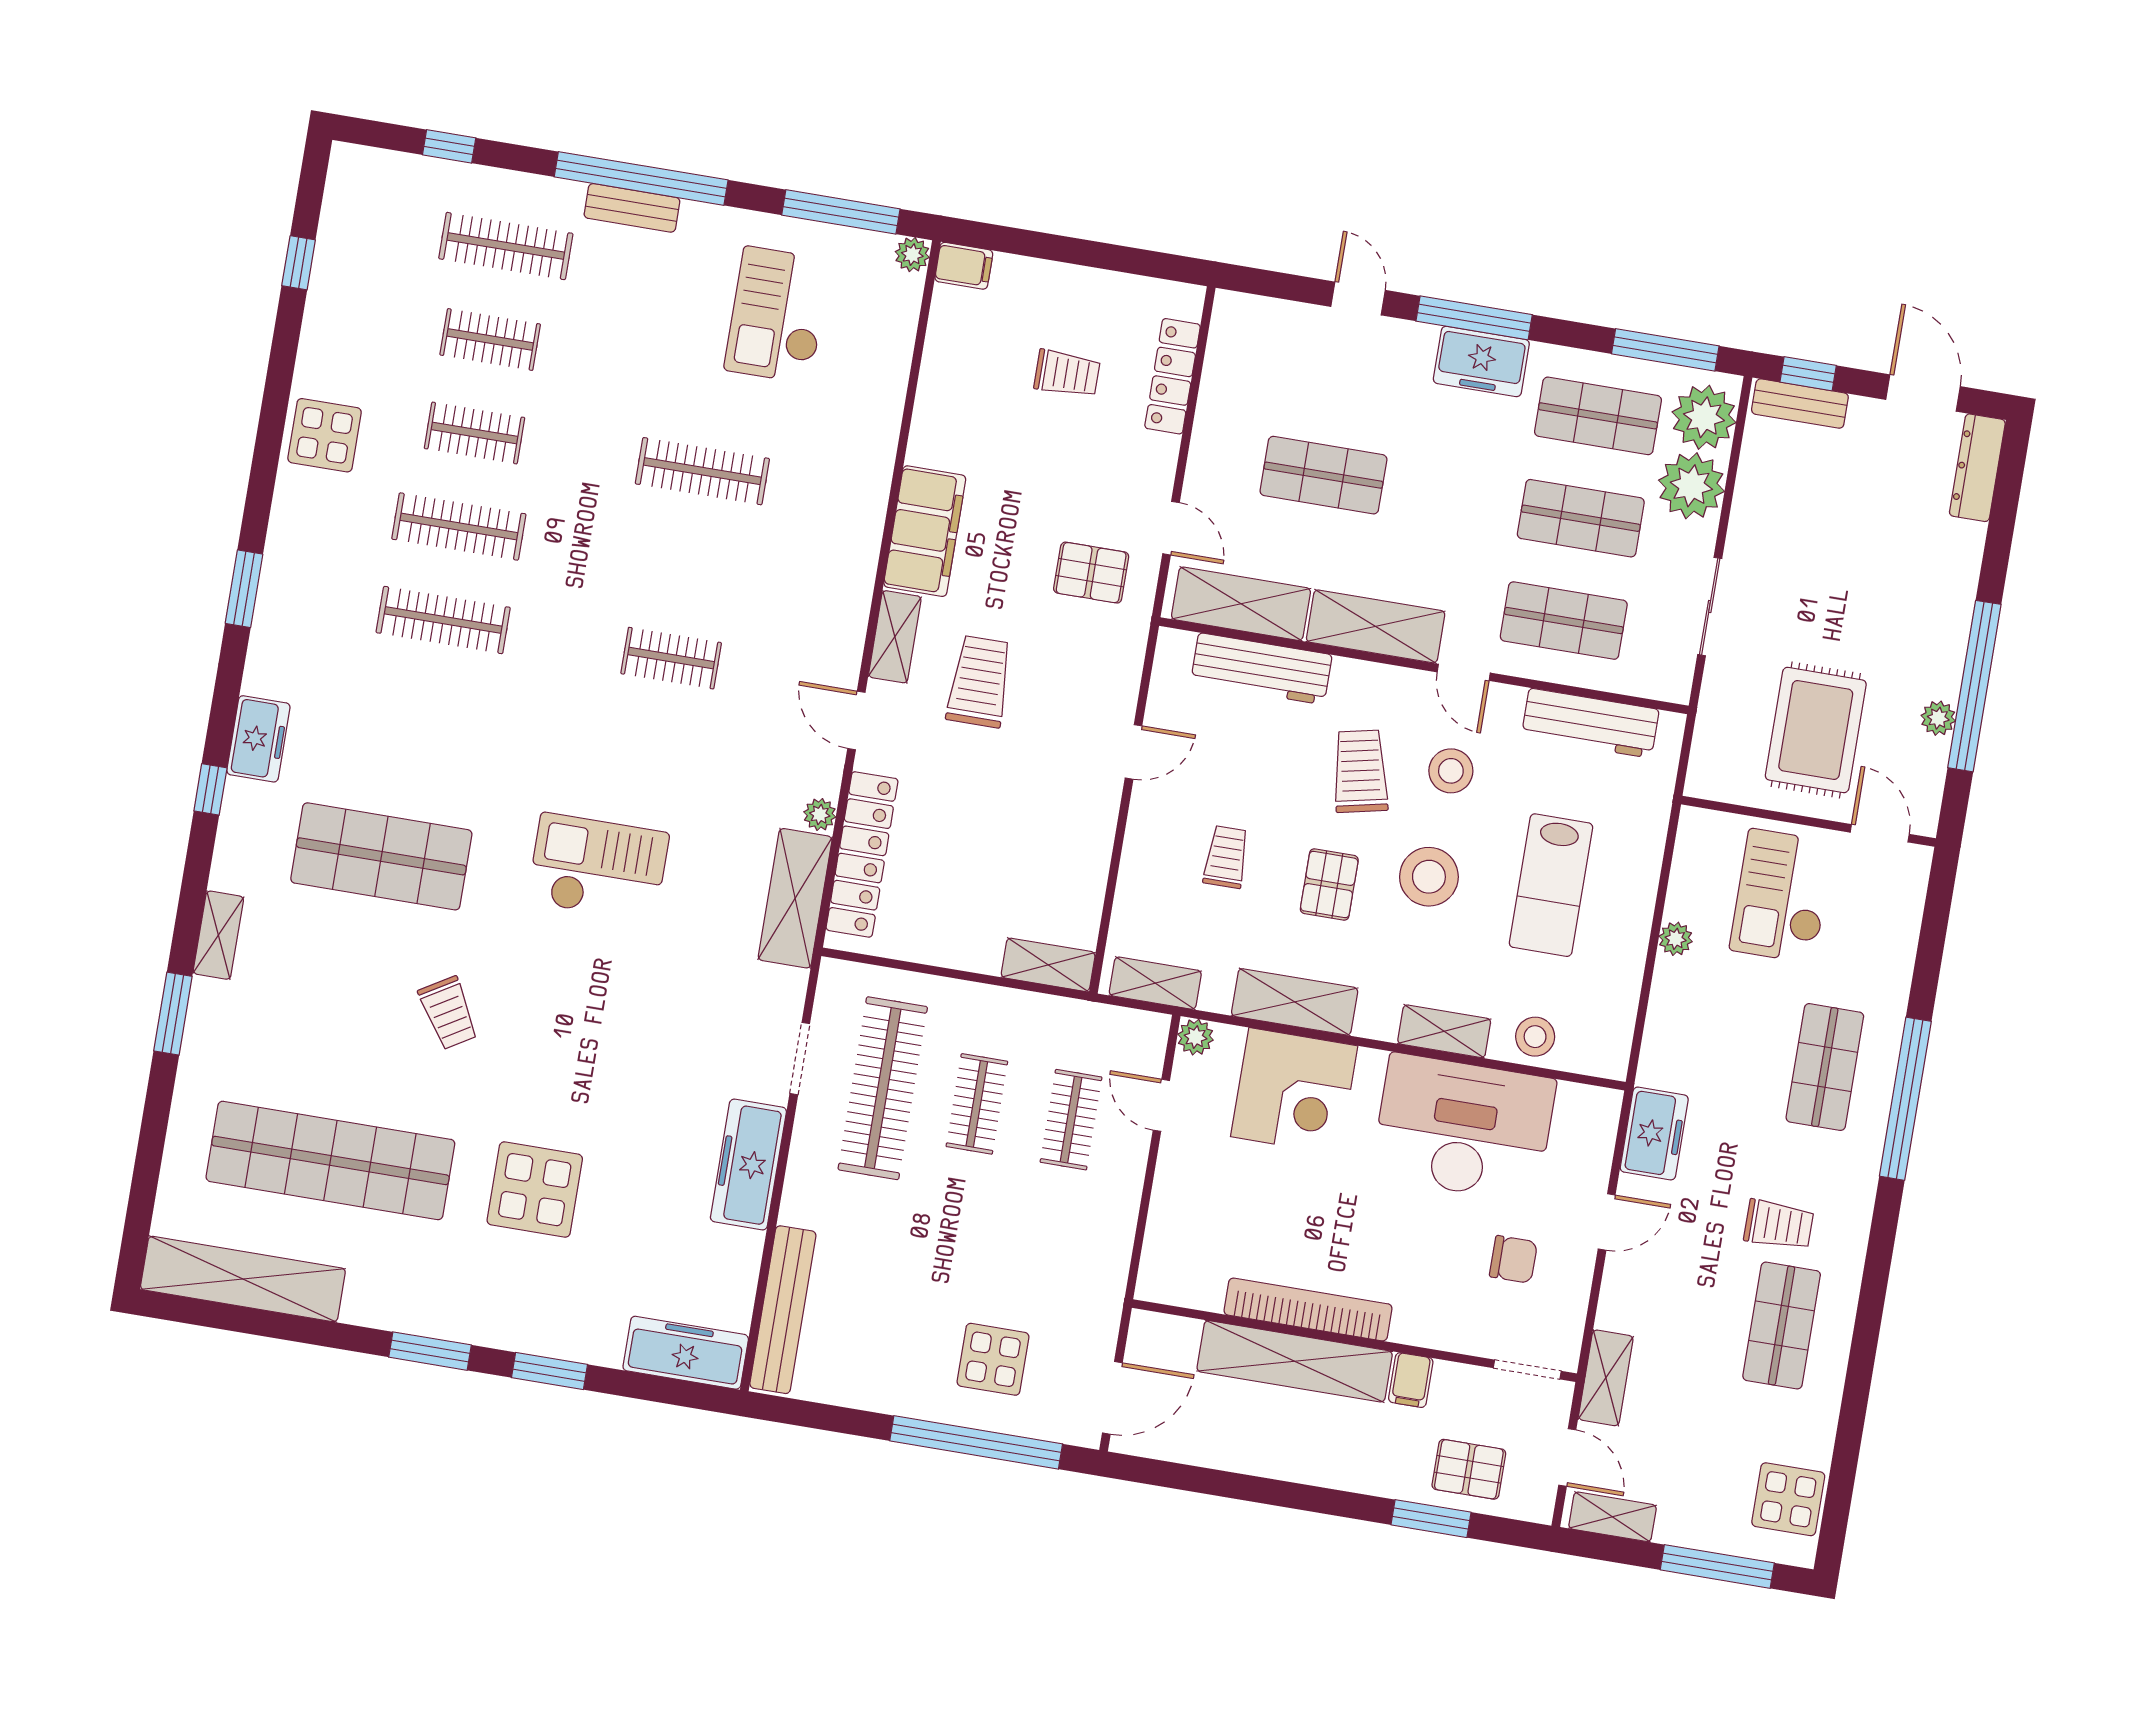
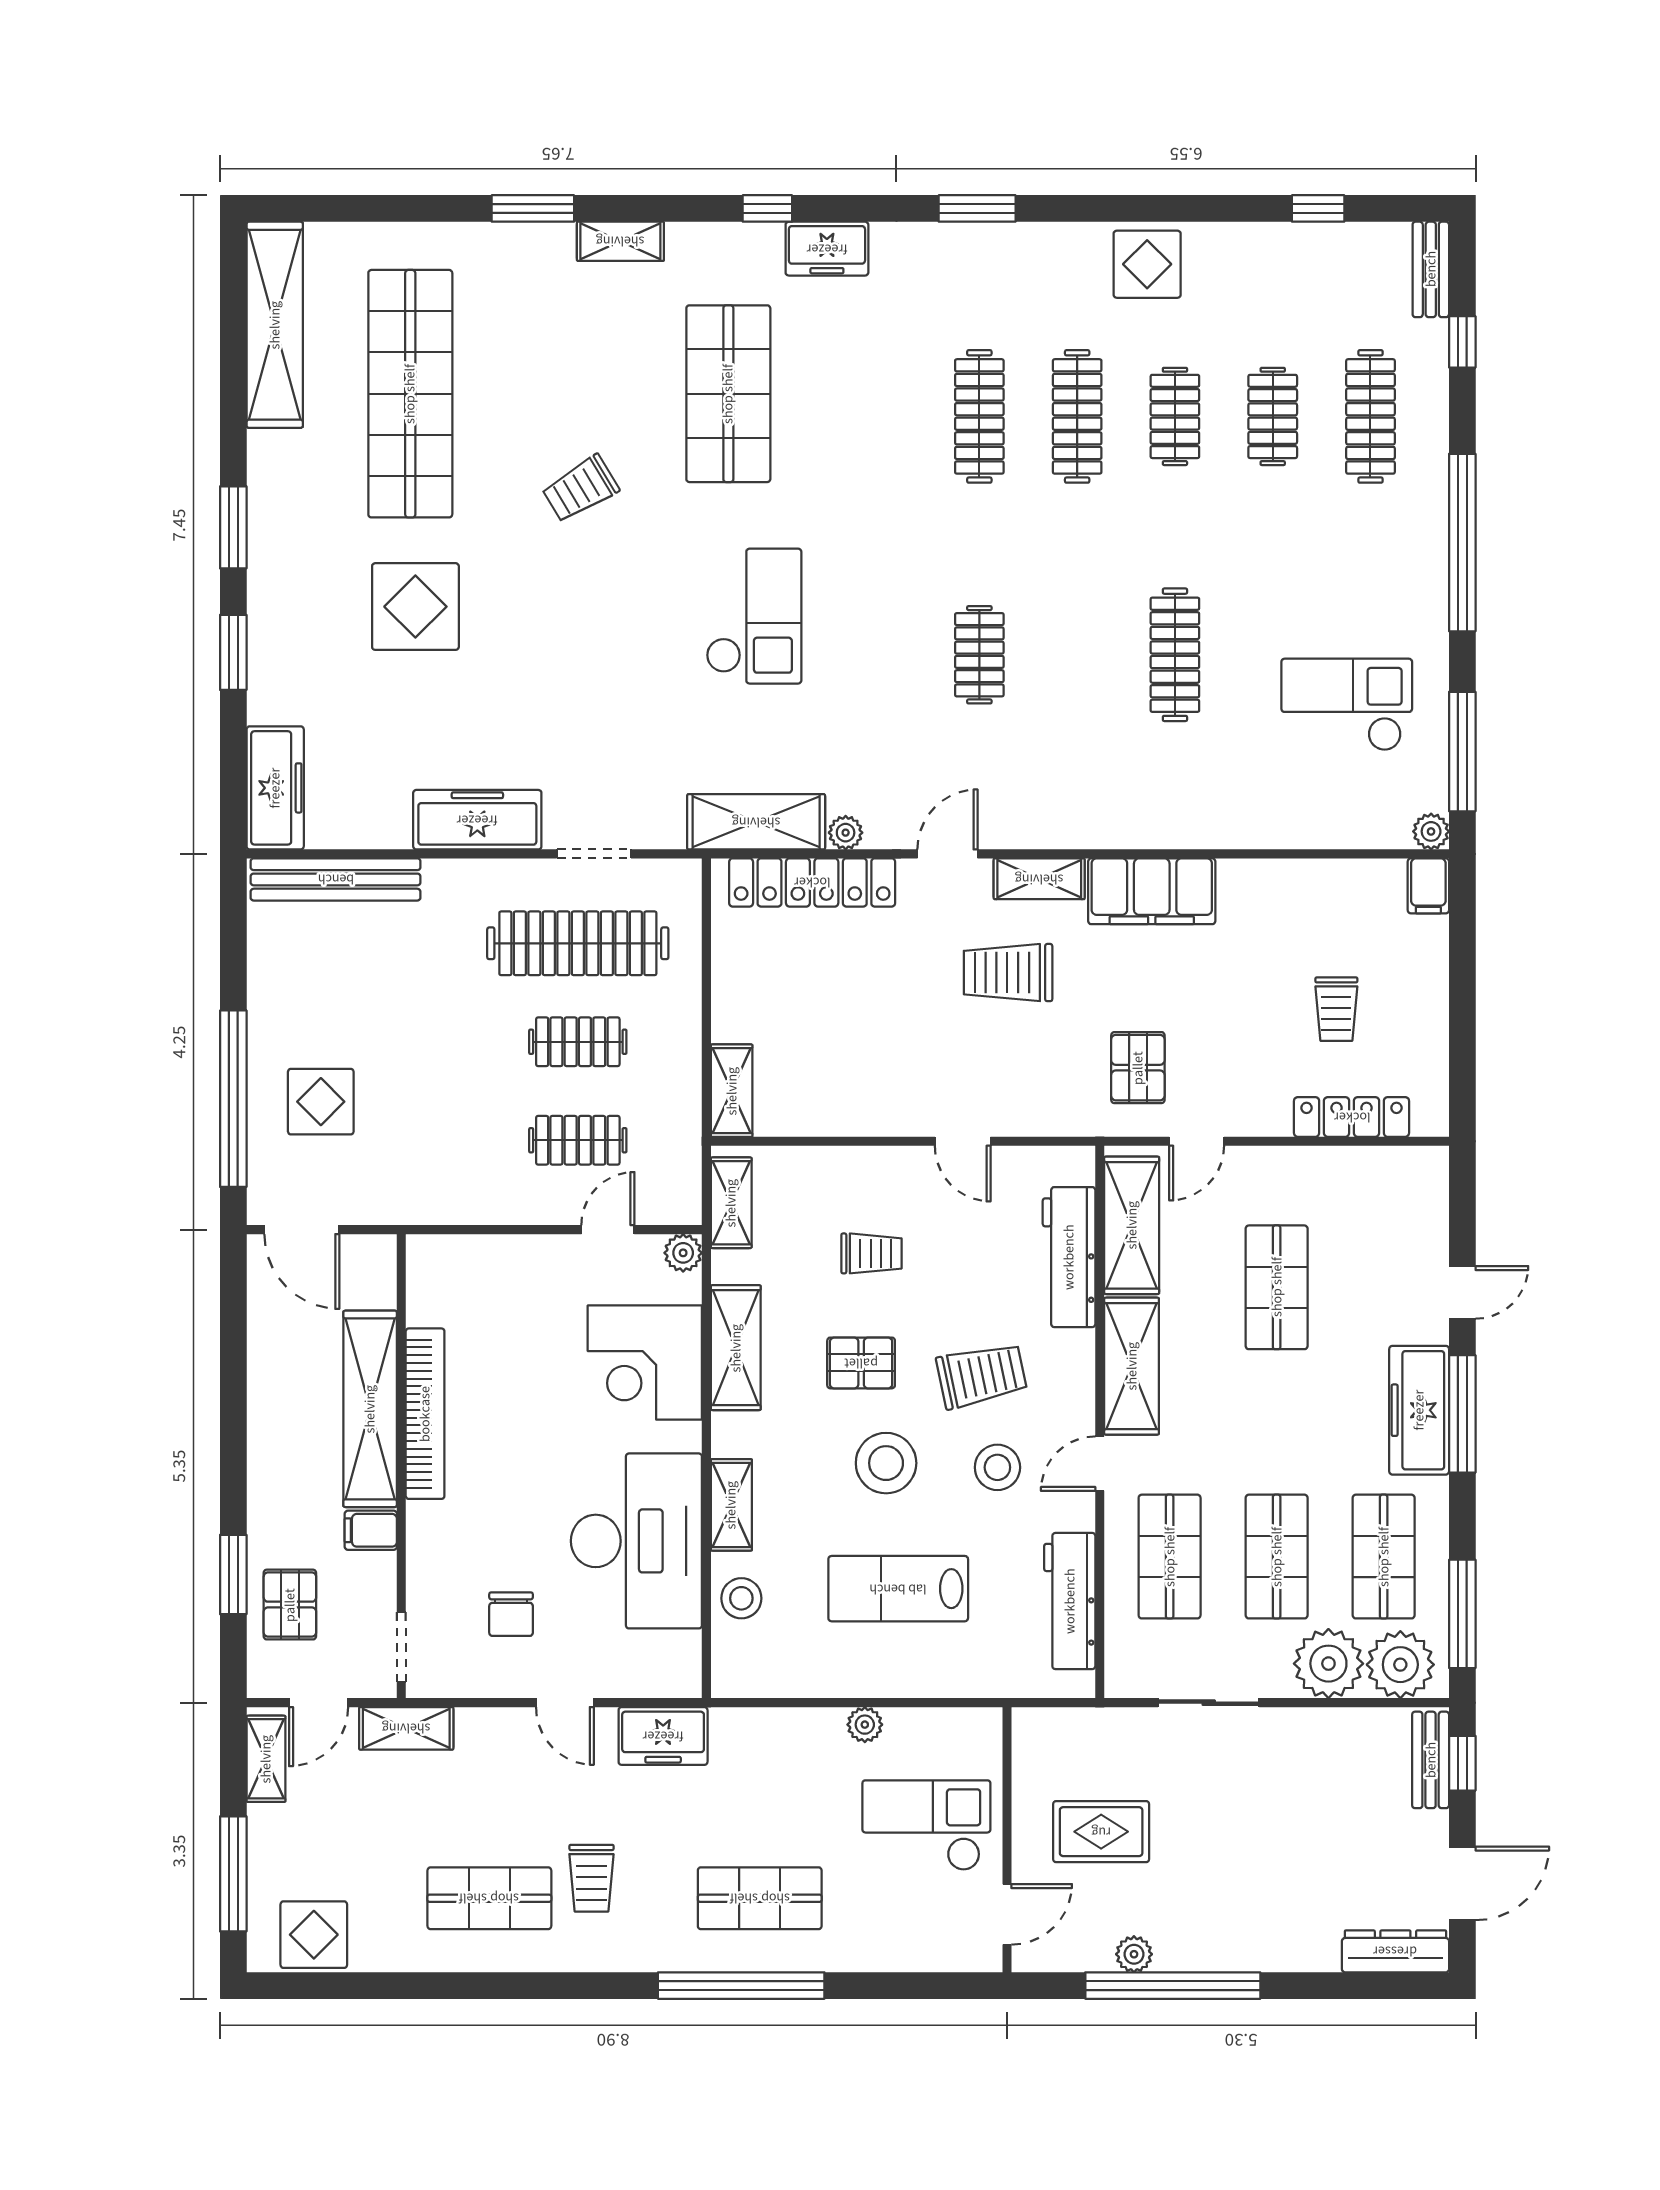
bench: (632, 208) -> (1431, 269), moved
freezer: (1481, 361) -> (1419, 1410), width x1.40
trolley: (980, 682) -> (1008, 973), turned 180
rug: (1816, 730) -> (1101, 1832), width x0.73, depth x0.70

